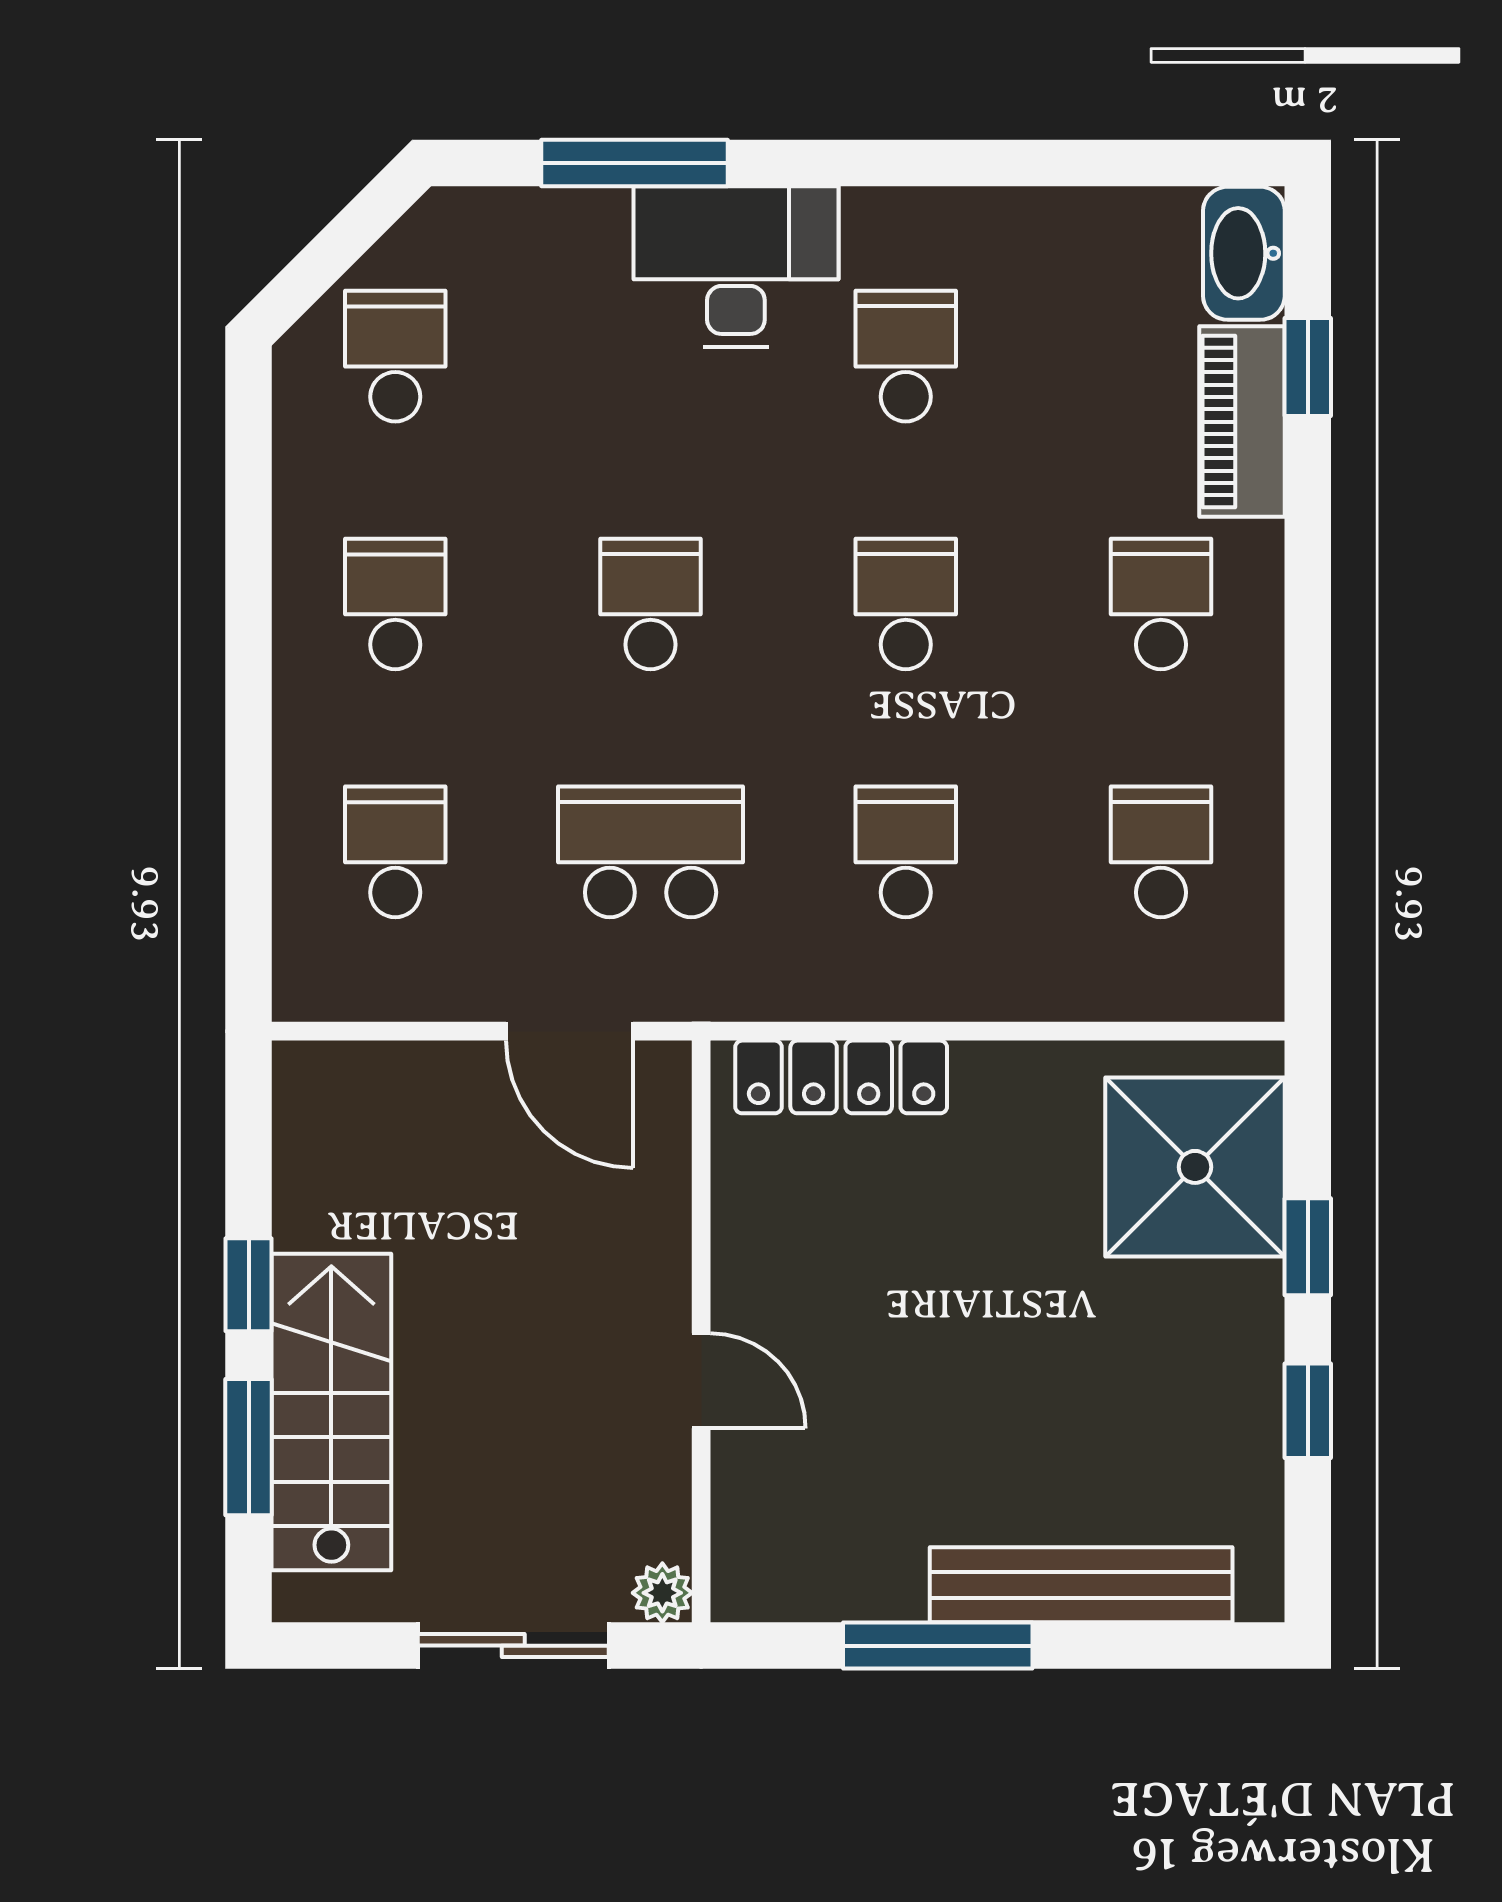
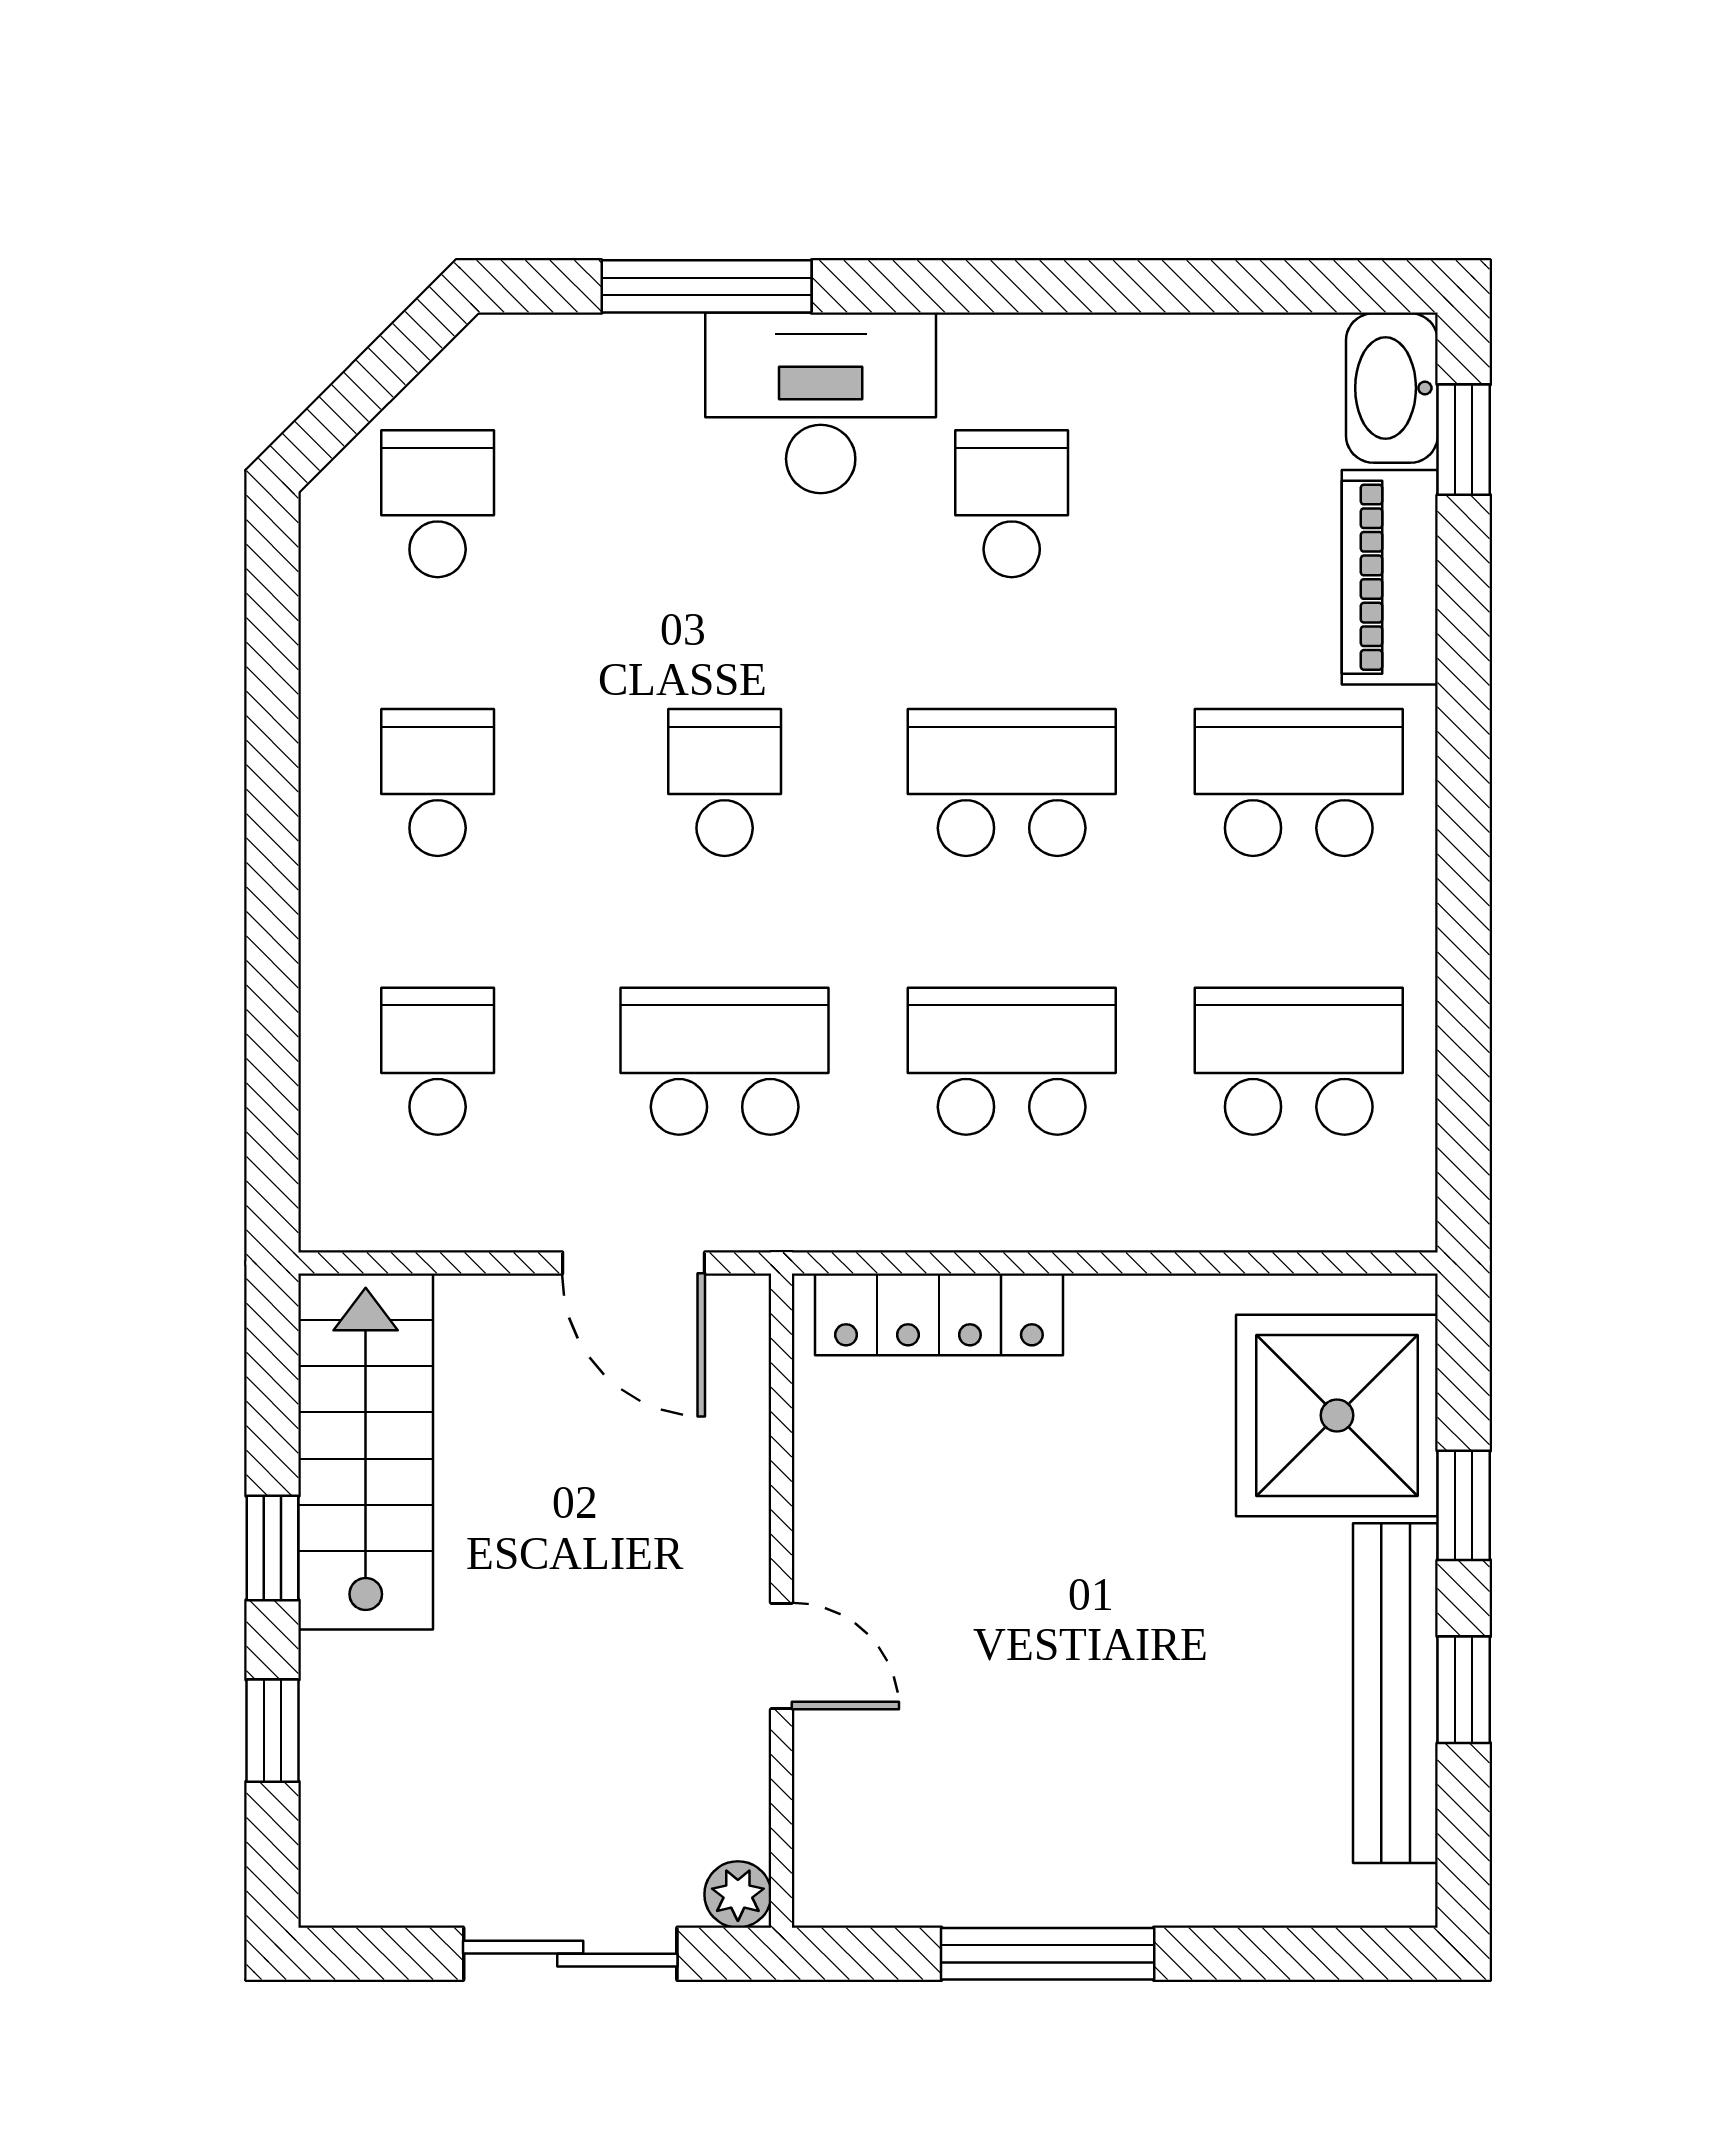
window: (1308, 367) -> (1464, 440), moved
school desk: (906, 604) -> (1012, 782), width x1.85
school desk: (1161, 604) -> (1299, 782), width x1.85
school desk: (906, 852) -> (1012, 1061), width x1.85
school desk: (1161, 852) -> (1299, 1061), width x1.85
stairs: (331, 1412) -> (366, 1451), moved
window: (249, 1447) -> (273, 1731), width x0.67
bench: (1081, 1585) -> (1395, 1693), moved, turned 90

